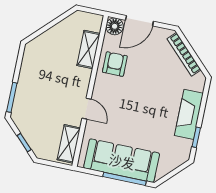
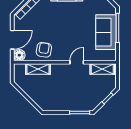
door: (139, 21) -> (12, 40), hinge flipped
armchair: (115, 64) -> (44, 50), turned 99
sofa: (122, 161) -> (106, 32), width x0.73

